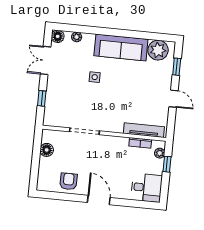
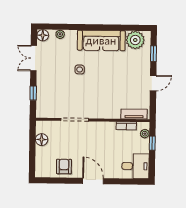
door: (173, 99) -> (153, 83), hinge flipped
tv unit: (144, 130) -> (134, 114), width x0.71

